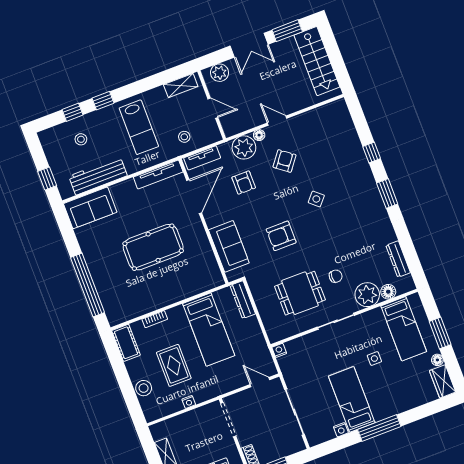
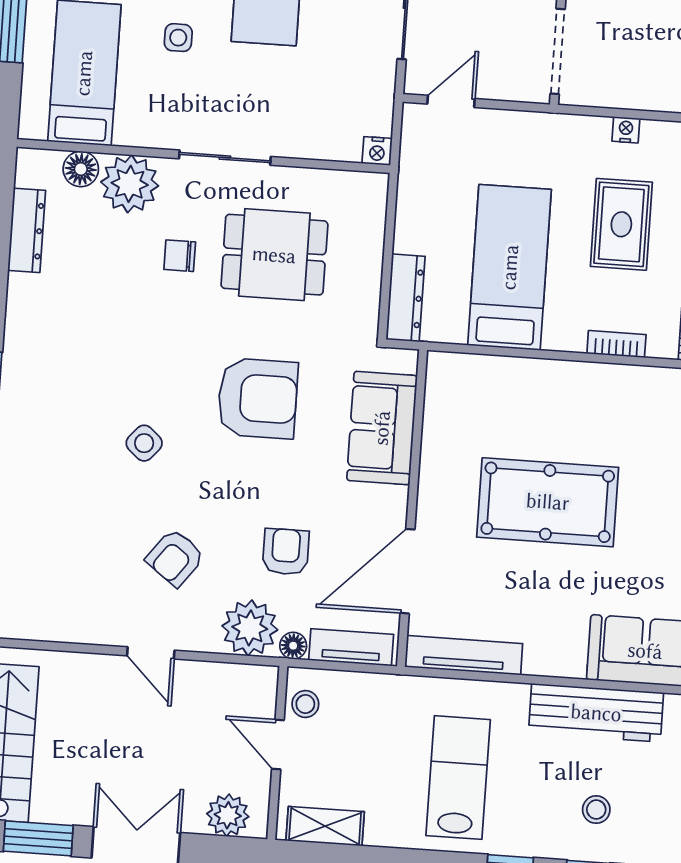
floor lamp: (259, 135) -> (293, 646), moved
stool: (184, 137) -> (305, 704), moved
armchair: (281, 236) -> (258, 398), width x1.36, depth x1.36
door: (260, 382) -> (451, 101), swing flipped

